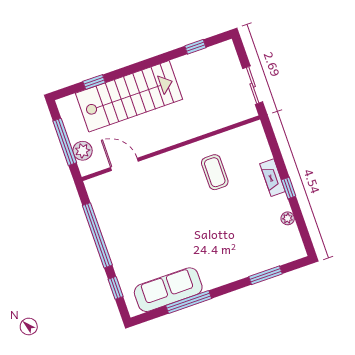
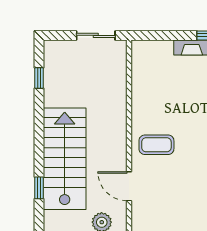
door: (124, 164) -> (129, 186), hinge flipped
coffee table: (215, 172) -> (156, 145), moved

